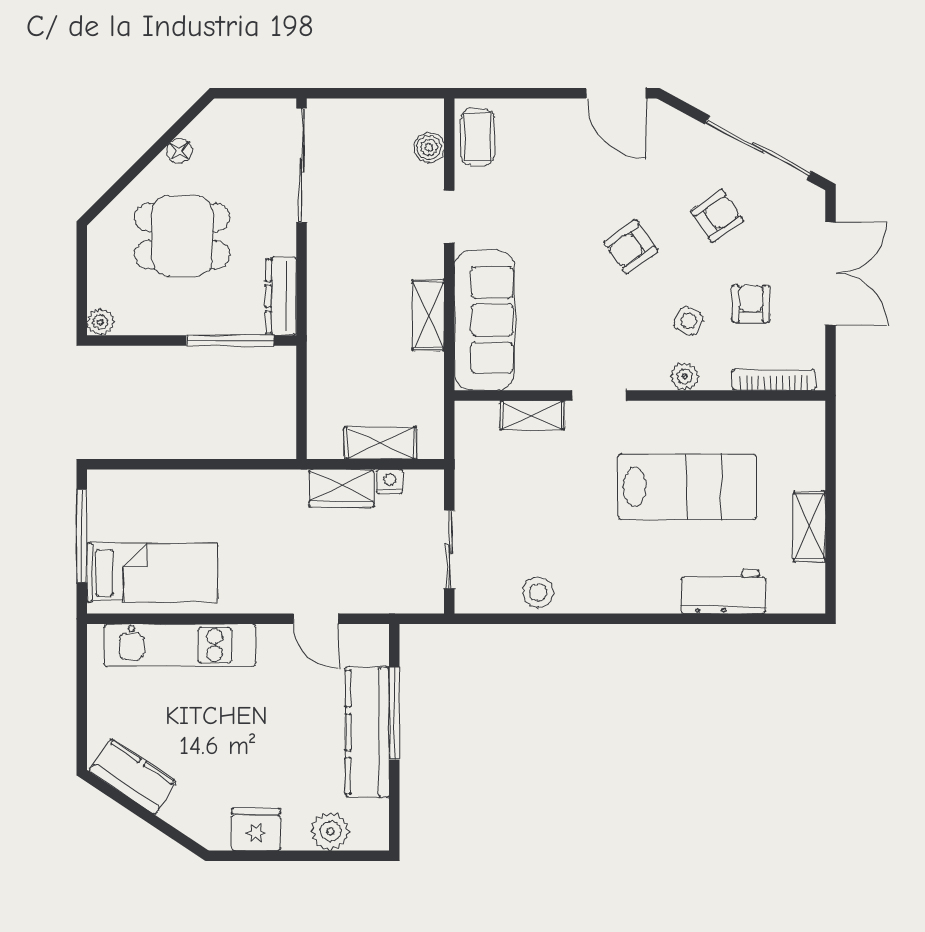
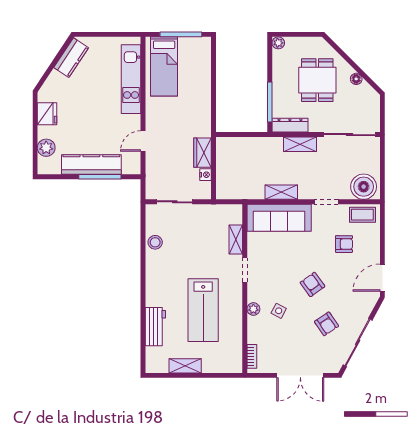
boiler: (429, 147) -> (364, 187), width x1.86, depth x1.86
armchair: (751, 304) -> (344, 244), moved
bookcase: (774, 380) -> (252, 356), width x0.64
shelving: (380, 443) -> (300, 144), moved, turned 90

